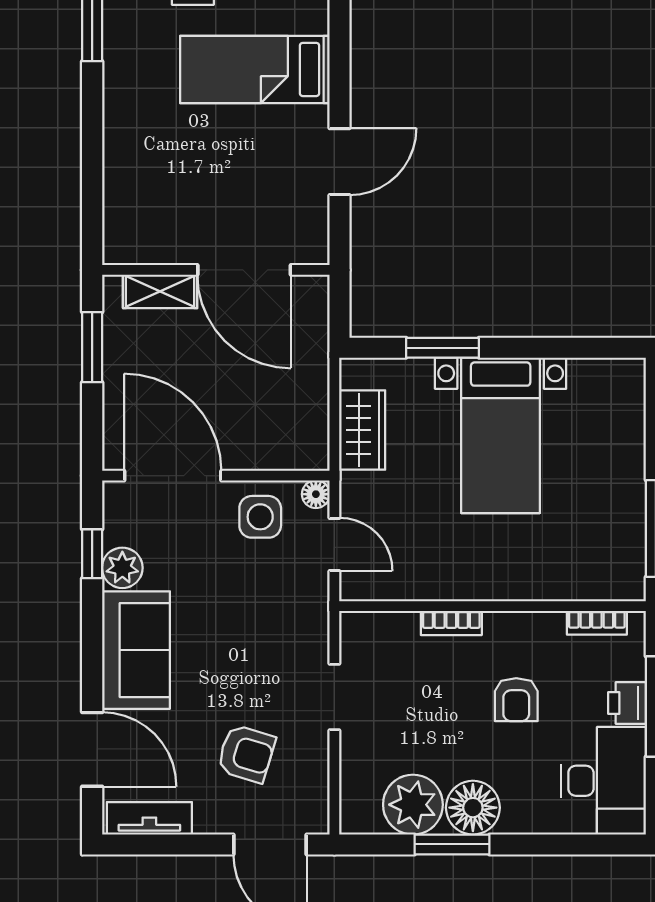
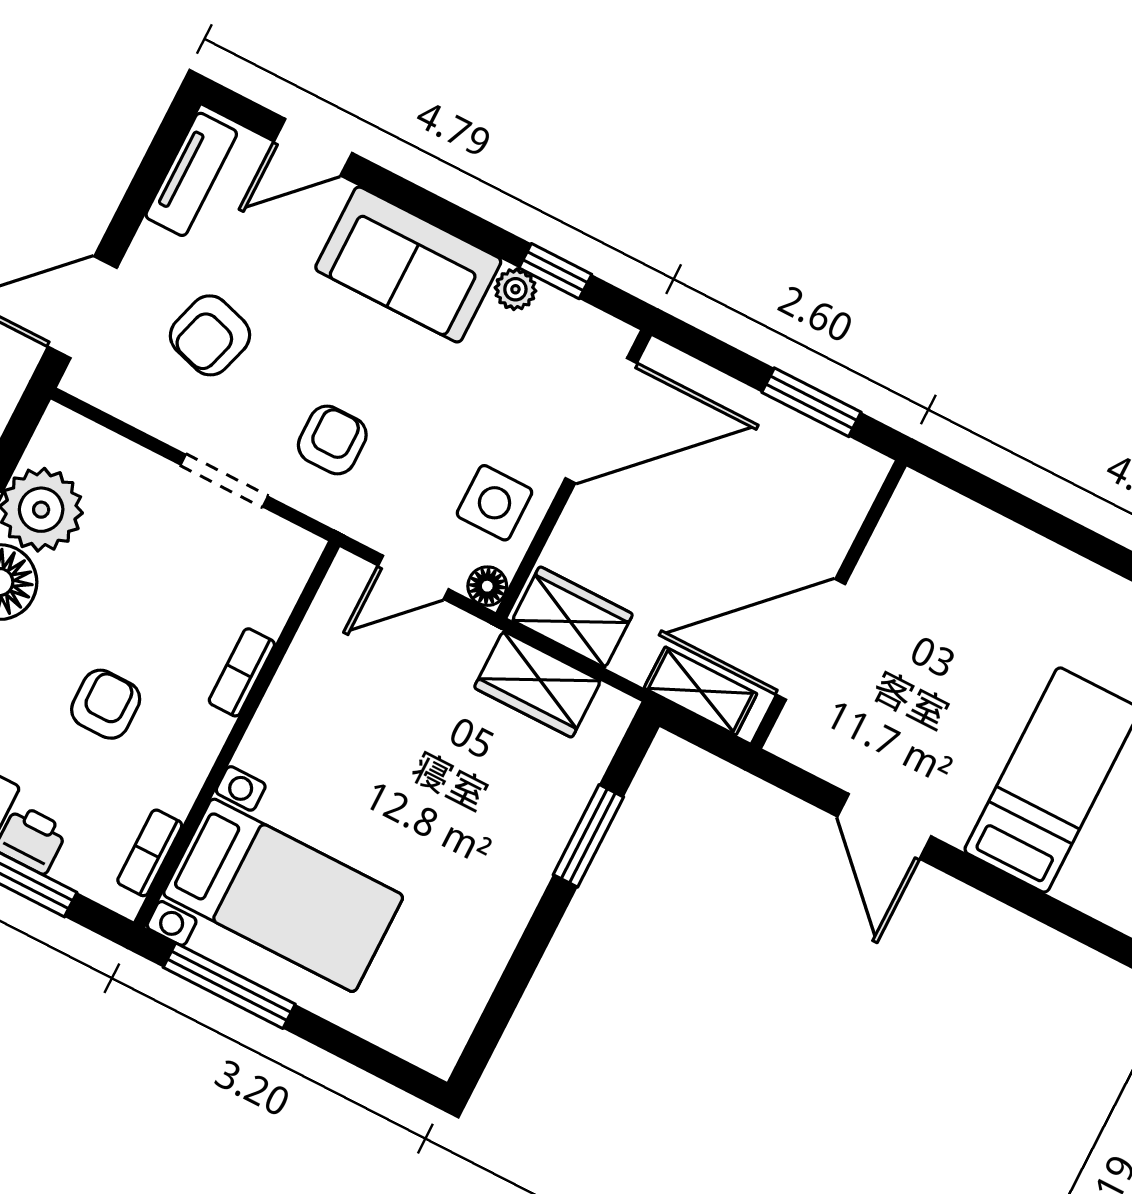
shelving: (160, 291) -> (701, 691), moved, turned 90
wardrobe: (308, 430) -> (572, 617), added
bed with nightstands: (501, 435) -> (283, 895), moved, turned 180
plant: (122, 568) -> (515, 289), width x0.73, depth x0.73
armchair: (273, 641) -> (332, 440), added
armchair: (516, 700) -> (106, 704), turned 90
door: (92, 749) -> (313, 147), width x0.73

